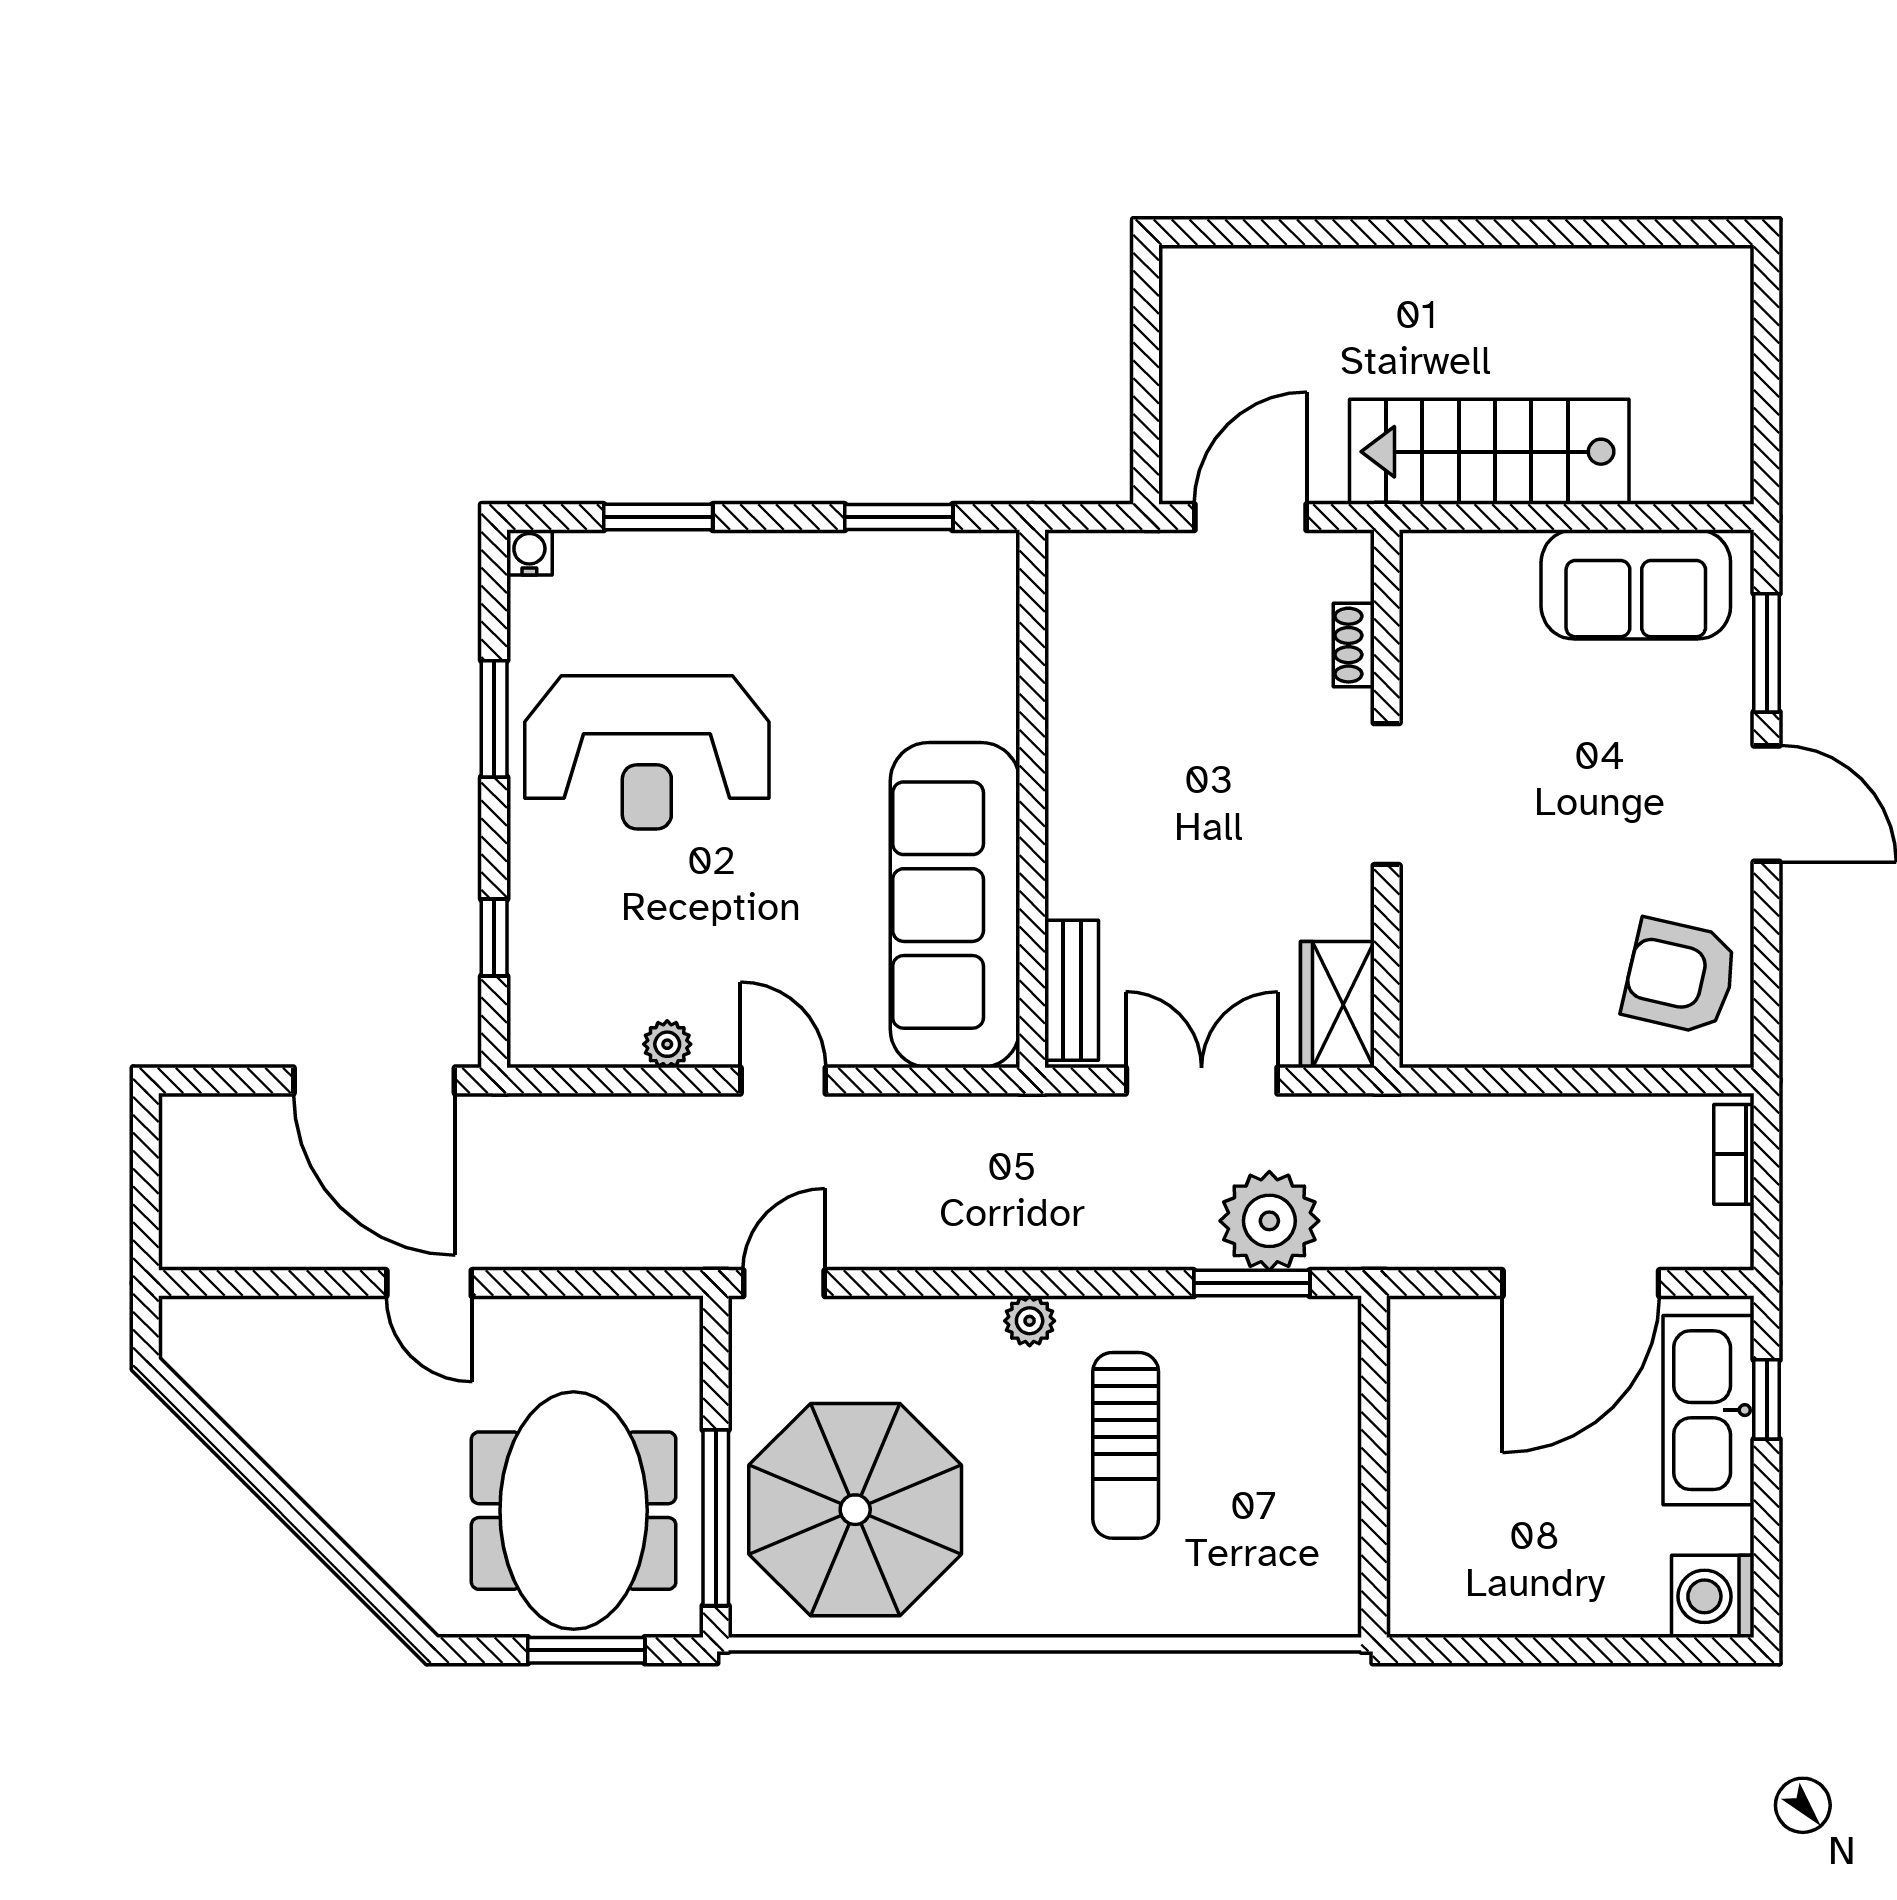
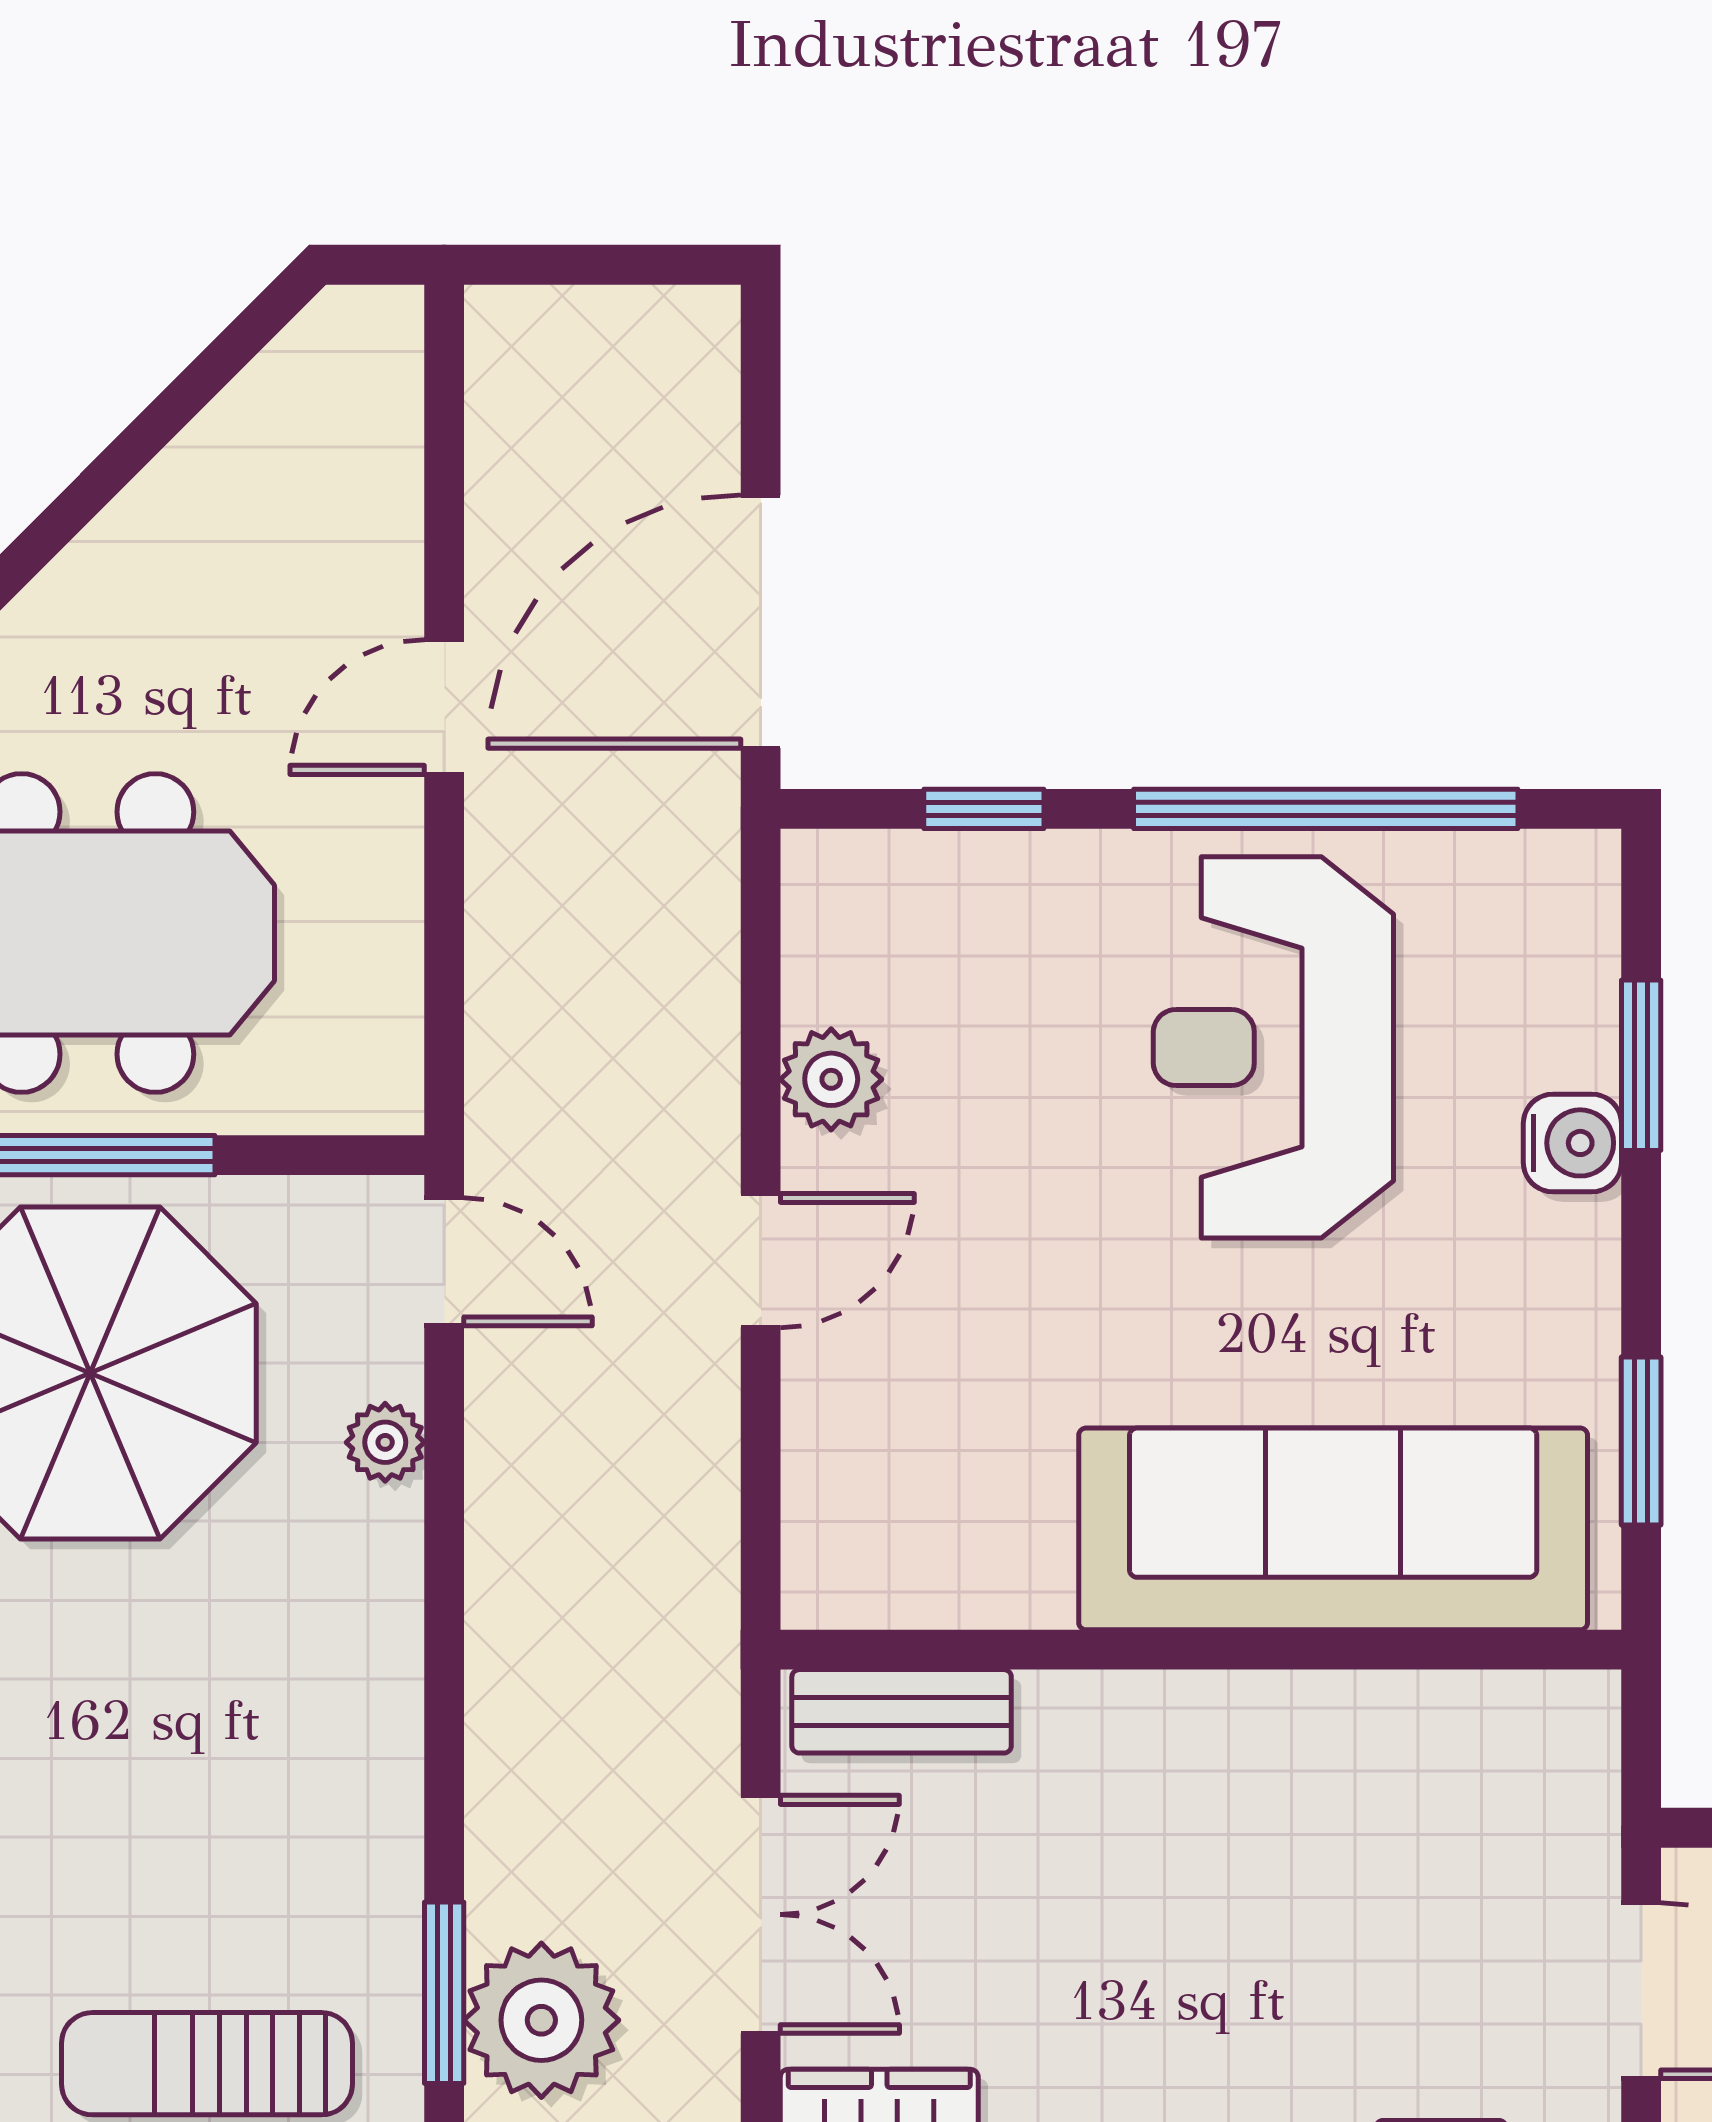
water cooler: (529, 552) -> (1572, 1143), moved, width x1.38, depth x1.38
window: (494, 719) -> (1326, 809), width x2.11
sofa: (955, 905) -> (1333, 1529), moved
plant: (667, 1044) -> (831, 1079), width x1.38, depth x1.38
plant: (1030, 1321) -> (385, 1442), moved
sun lounger: (1126, 1445) -> (207, 2064), moved

